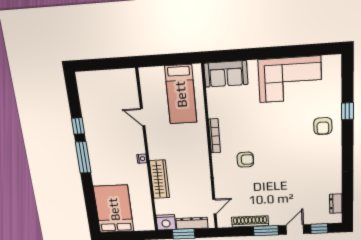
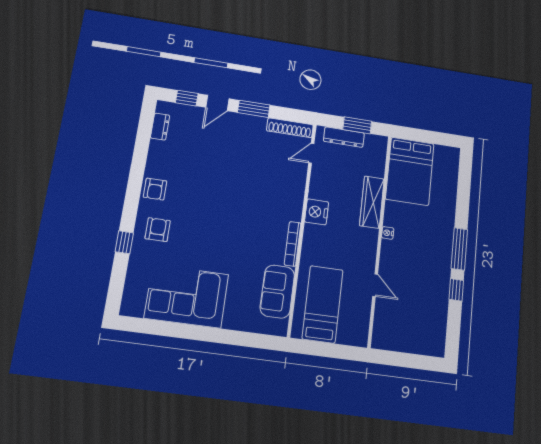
sofa: (226, 74) -> (277, 292), moved, turned -90
armchair: (245, 160) -> (155, 189), moved, turned -90
bed: (114, 209) -> (410, 171), moved
shoe rack: (250, 221) -> (290, 128), moved
nightstand: (166, 222) -> (317, 212), moved, turned -90

